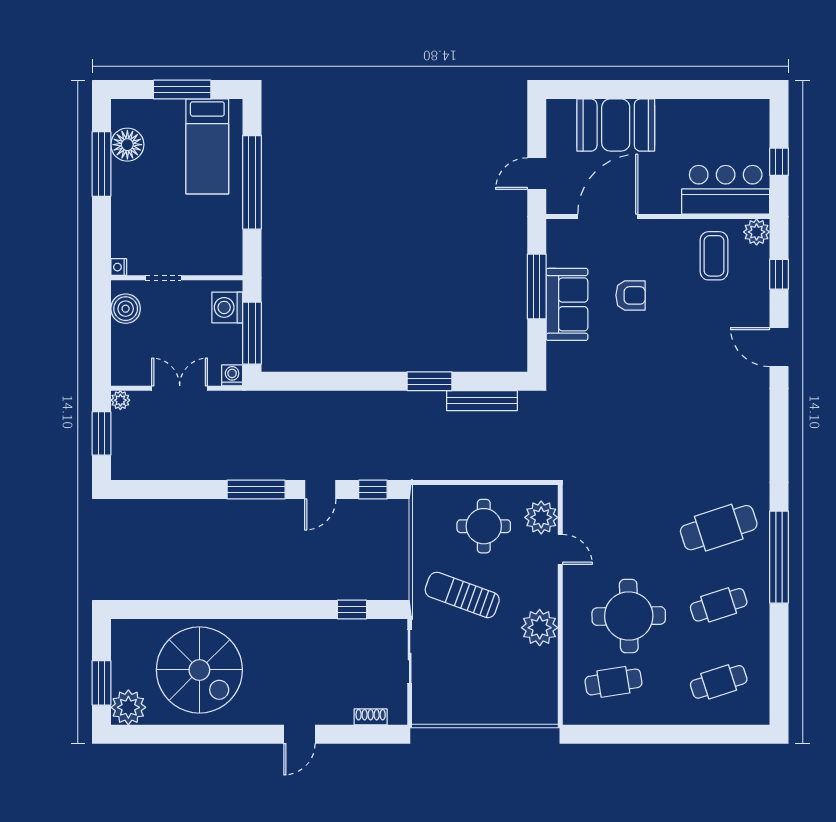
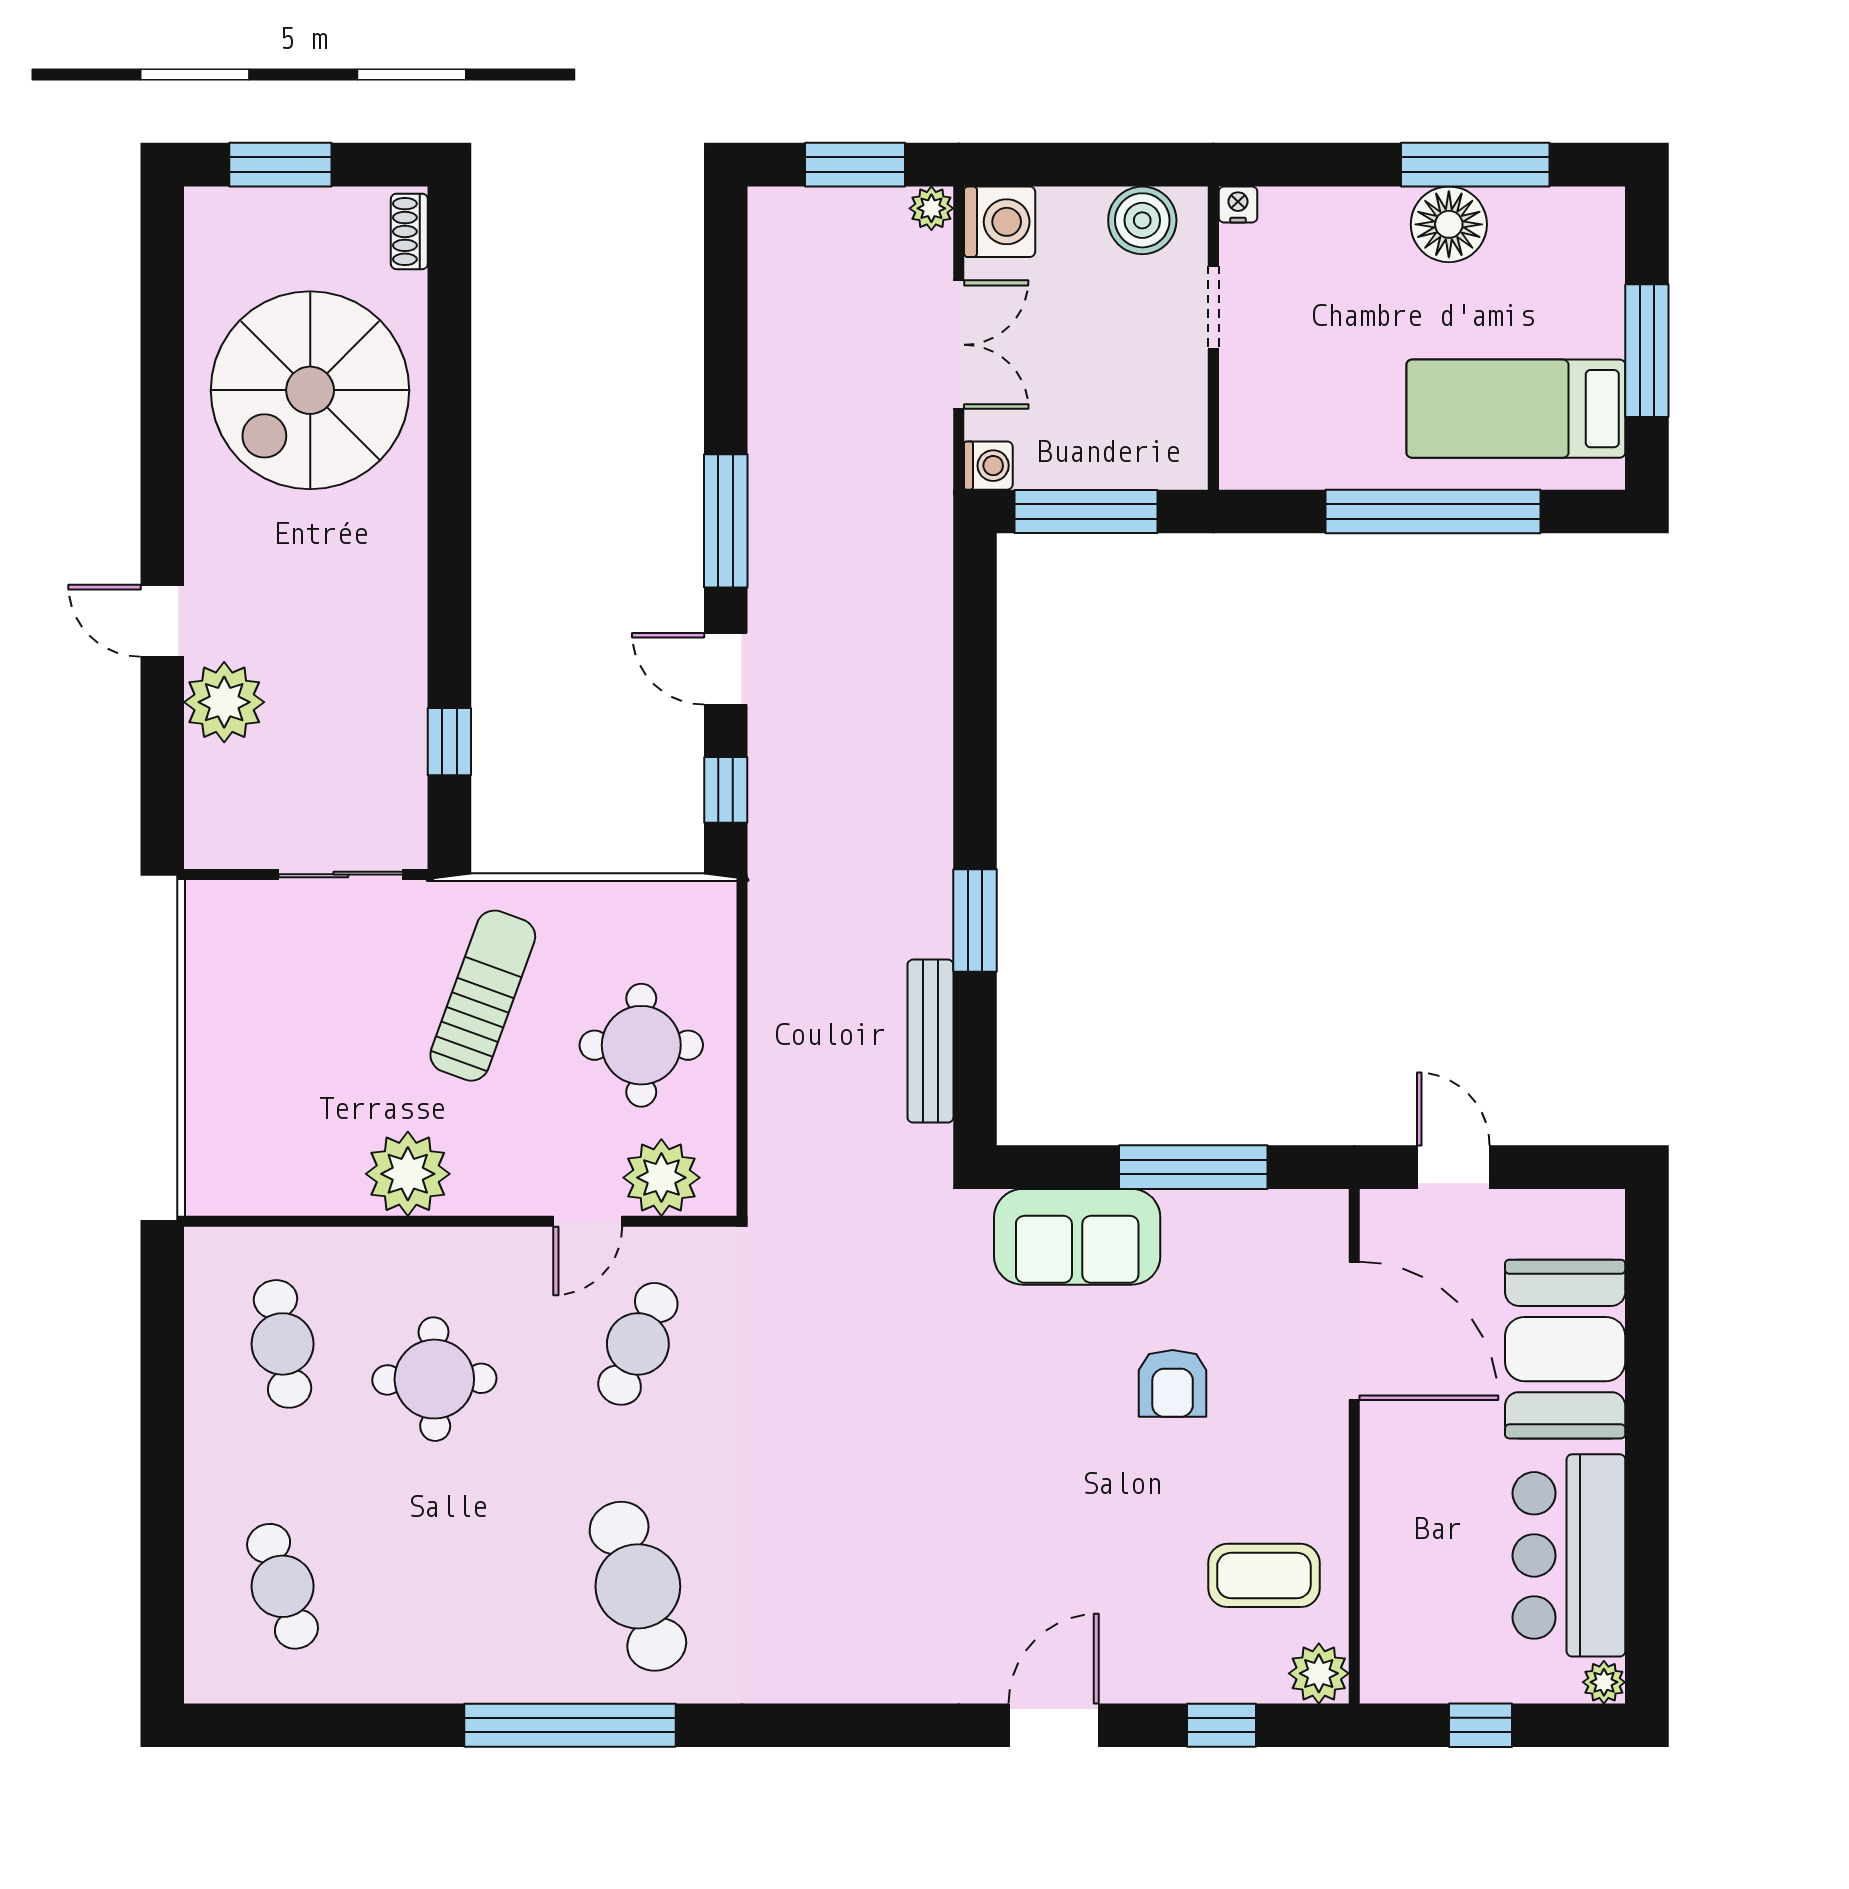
plant: (760, 108) -> (1604, 1682), added
floor lamp: (127, 145) -> (1449, 224), moved
bar counter: (726, 190) -> (1569, 1555), moved, turned 180
sofa: (567, 304) -> (1077, 1237), moved
washing machine: (227, 307) -> (1000, 222), moved, turned 90
cafe table: (719, 605) -> (638, 1344), moved, turned 42
round table: (629, 616) -> (434, 1379), width x0.73, depth x0.73
plant: (128, 707) -> (224, 702), moved
shoe rack: (371, 717) -> (409, 231), moved, turned 180

